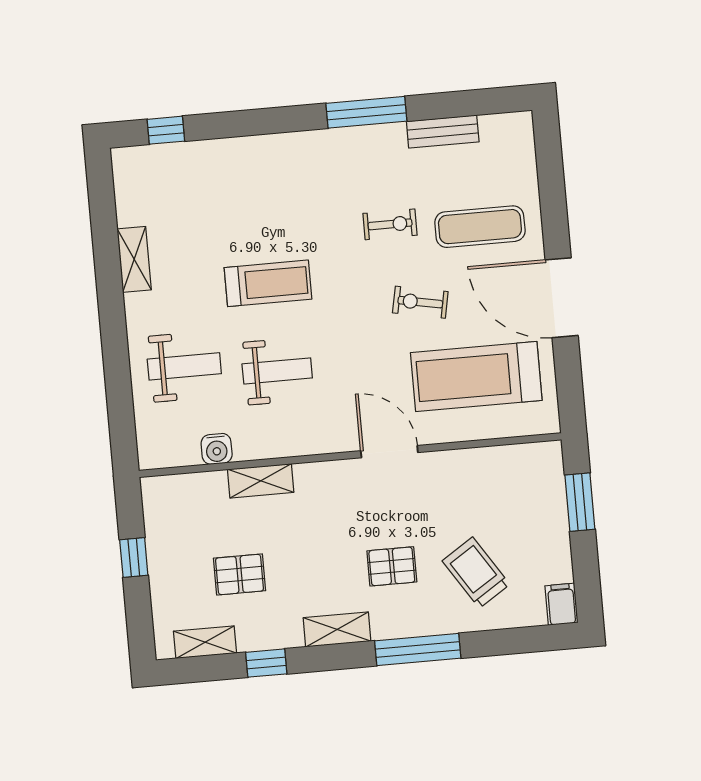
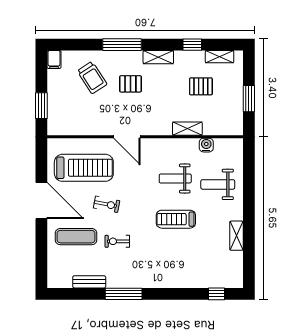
window: (134, 558) -> (249, 99), width x1.50

